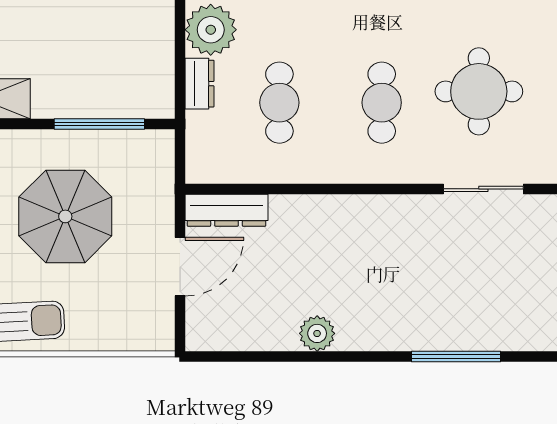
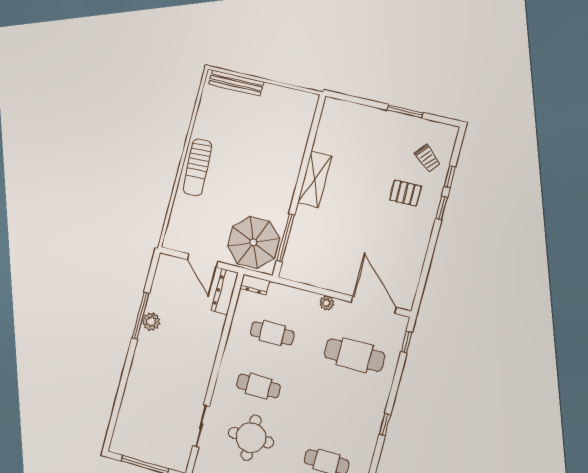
plant: (211, 30) -> (327, 303), width x0.53, depth x0.53
dresser: (200, 84) -> (255, 285), moved
parasol: (65, 216) -> (253, 242), moved
window: (456, 356) -> (141, 316), moved

